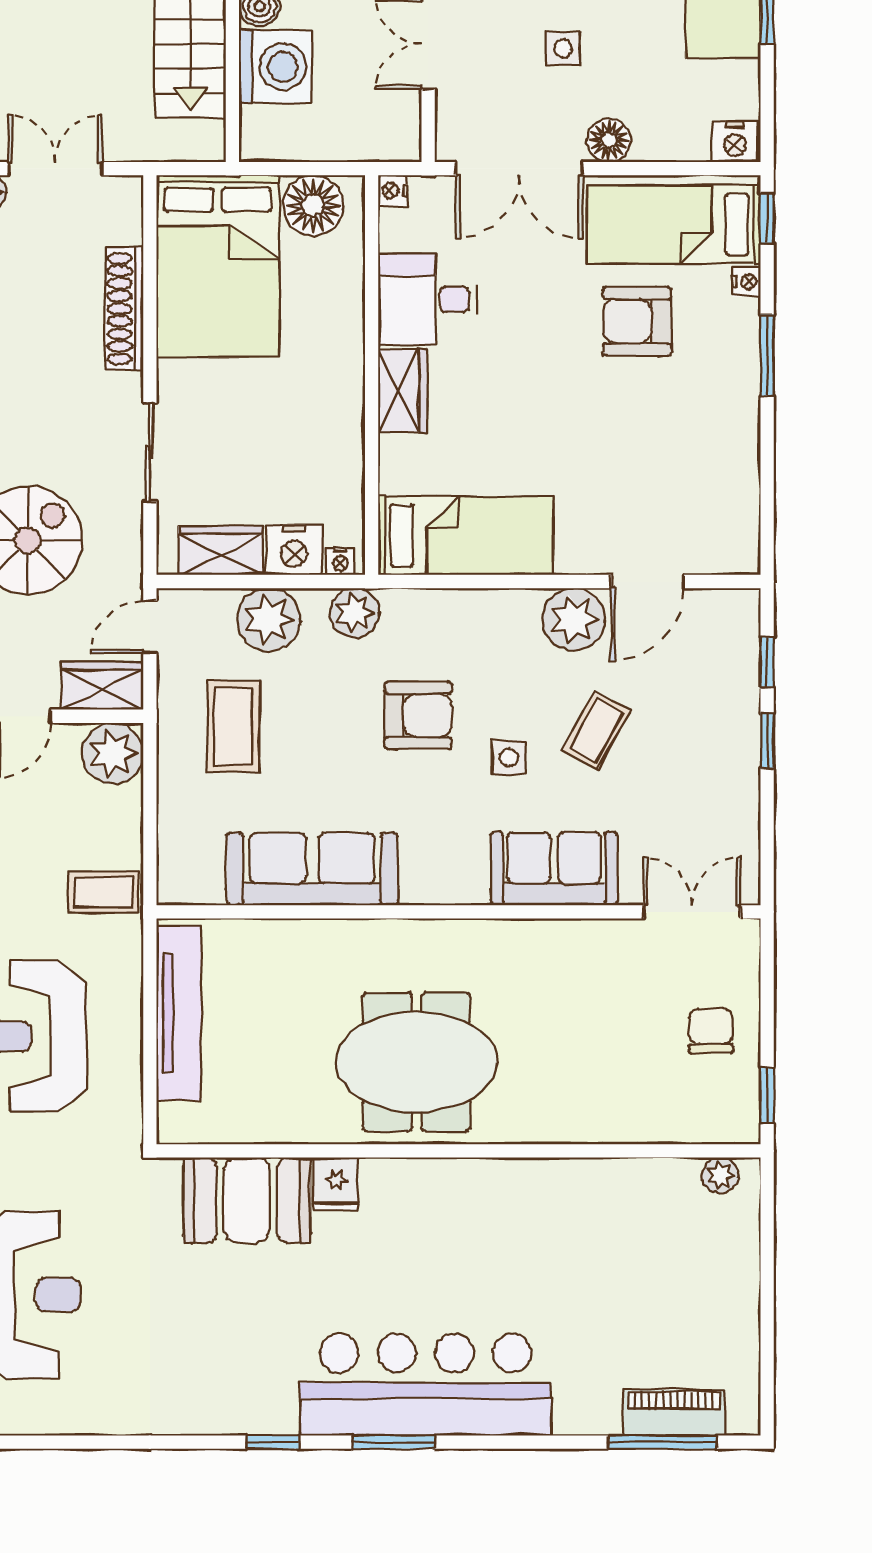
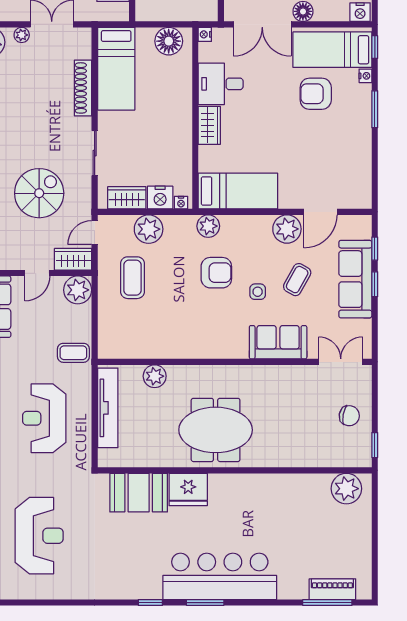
bed: (218, 266) -> (116, 69), width x0.67
plant: (355, 613) -> (208, 226), moved
sofa: (312, 869) -> (355, 279), moved, turned -90
plant: (282, 944) -> (155, 376), added
chair: (711, 1031) -> (349, 416), turned 100
plant: (720, 1175) -> (346, 489), width x1.87, depth x1.87
fridge: (336, 1184) -> (188, 489), width x1.88, depth x1.34

